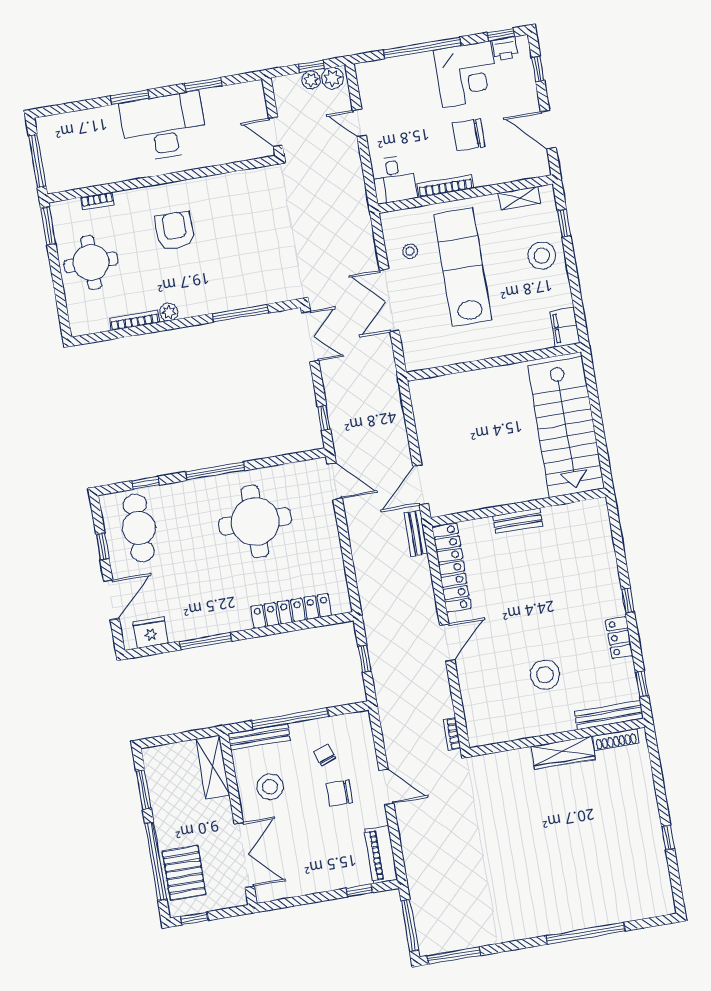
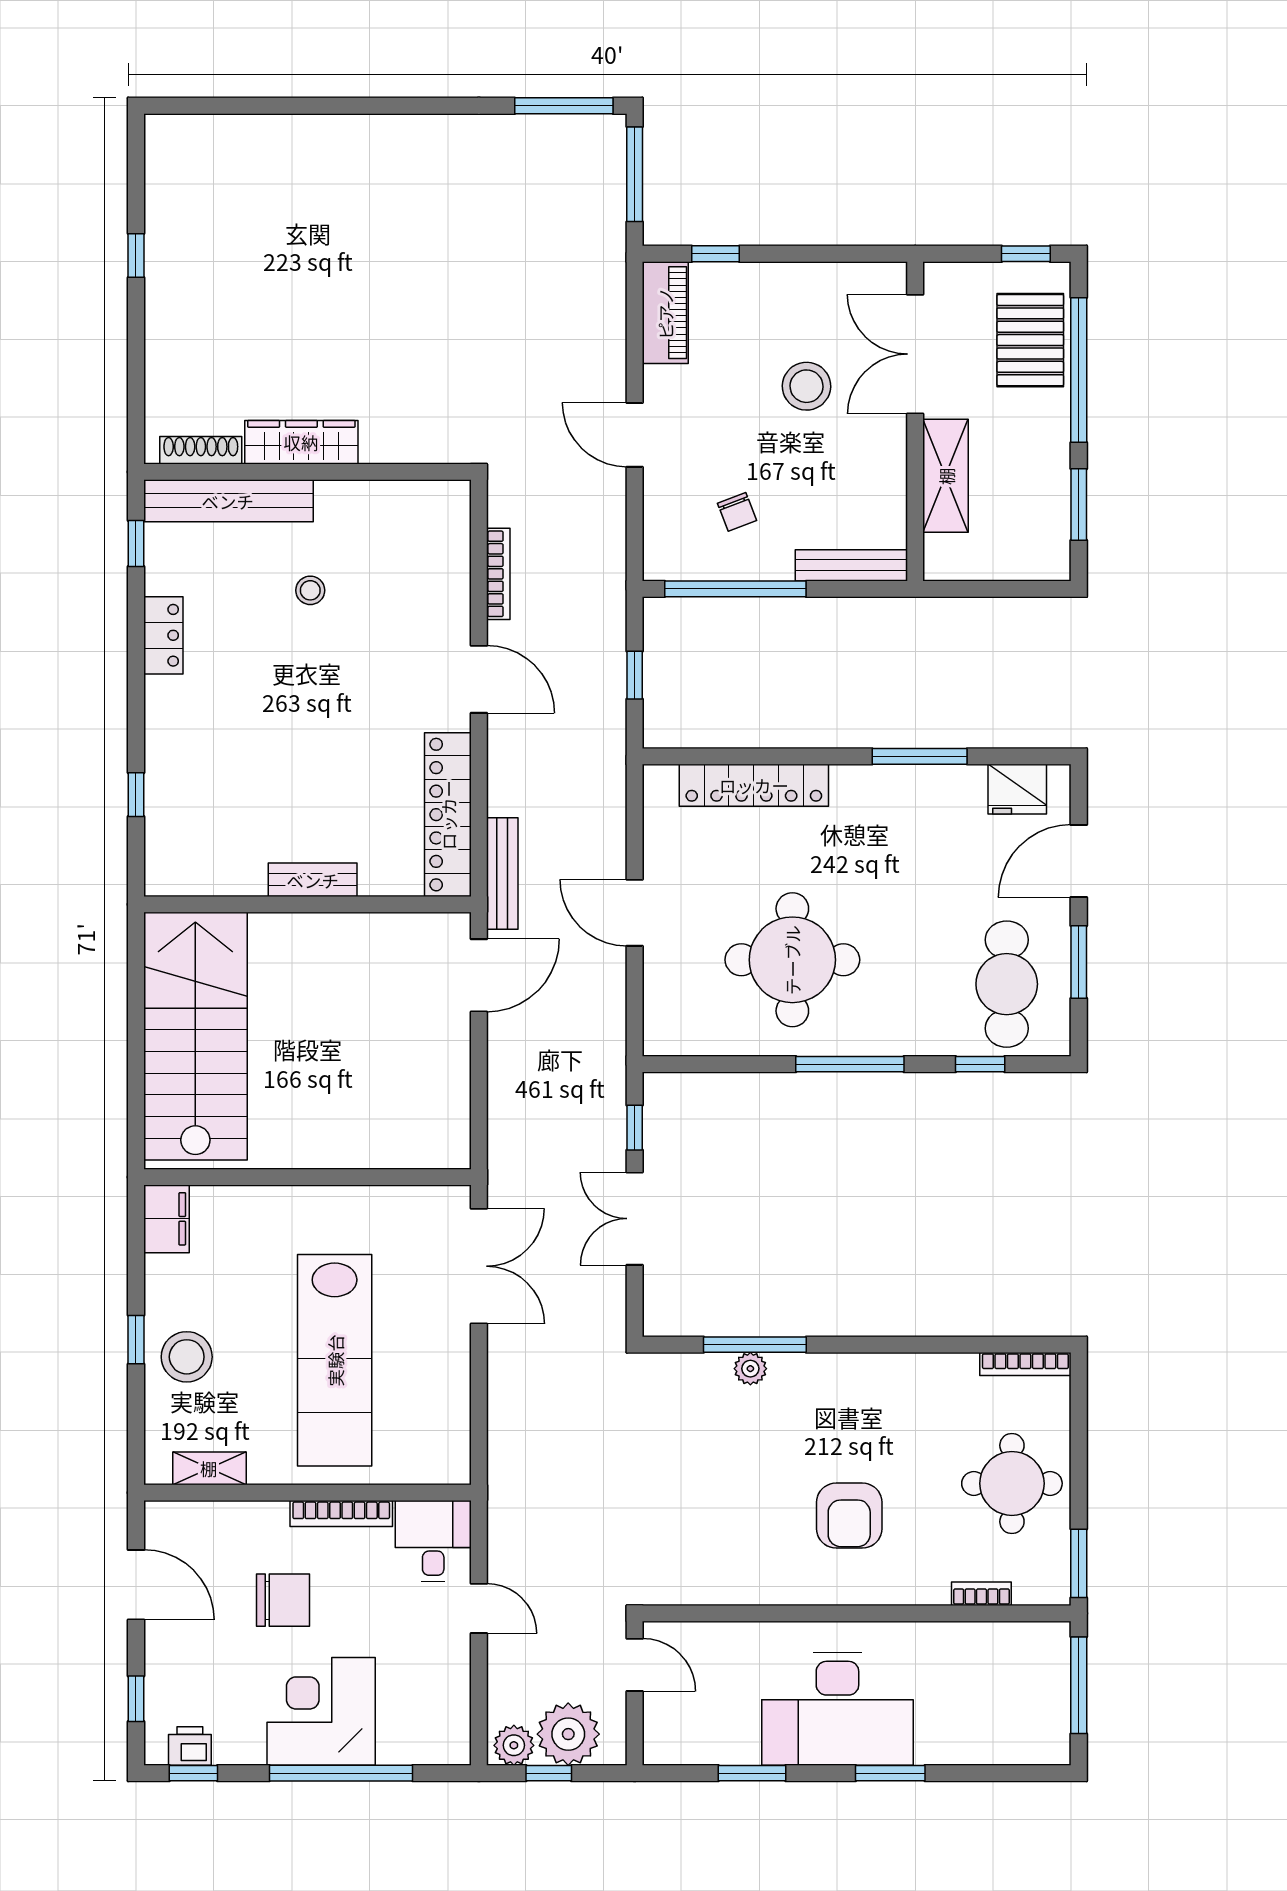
corner desk: (466, 74) -> (321, 1711), moved
plant: (311, 80) -> (568, 1734), width x1.87, depth x1.87
door: (359, 123) -> (479, 1608), moved
window: (564, 223) -> (136, 1340), moved
stool: (410, 251) -> (426, 1405), removed
double door: (389, 301) -> (479, 1266), moved
plant: (169, 312) -> (750, 1369), moved
bookcase: (135, 320) -> (1025, 1364), moved
double door: (310, 337) -> (635, 1219), moved
door: (335, 481) -> (635, 913), moved
bench: (416, 533) -> (502, 874), width x1.36
window: (102, 546) -> (1079, 962), width x1.50
window: (628, 600) -> (136, 795), moved
door: (447, 643) -> (479, 679), swing flipped
stool: (545, 675) -> (310, 590), width x0.53, depth x0.53
bench: (609, 715) -> (228, 501), width x1.37, depth x1.21
window: (290, 719) -> (735, 589), moved
bookcase: (452, 734) -> (498, 574), moved, width x1.56
shelving: (213, 767) -> (946, 476), moved
stool: (270, 787) -> (807, 386), moved
chair: (339, 793) -> (722, 438), removed
window: (585, 933) -> (317, 106), removed

